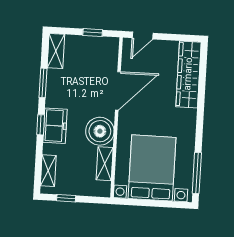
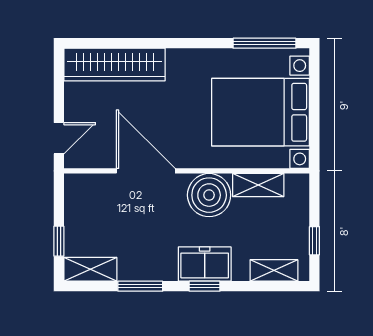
window: (93, 33) -> (59, 241), moved
door: (143, 35) -> (59, 138), hinge flipped

